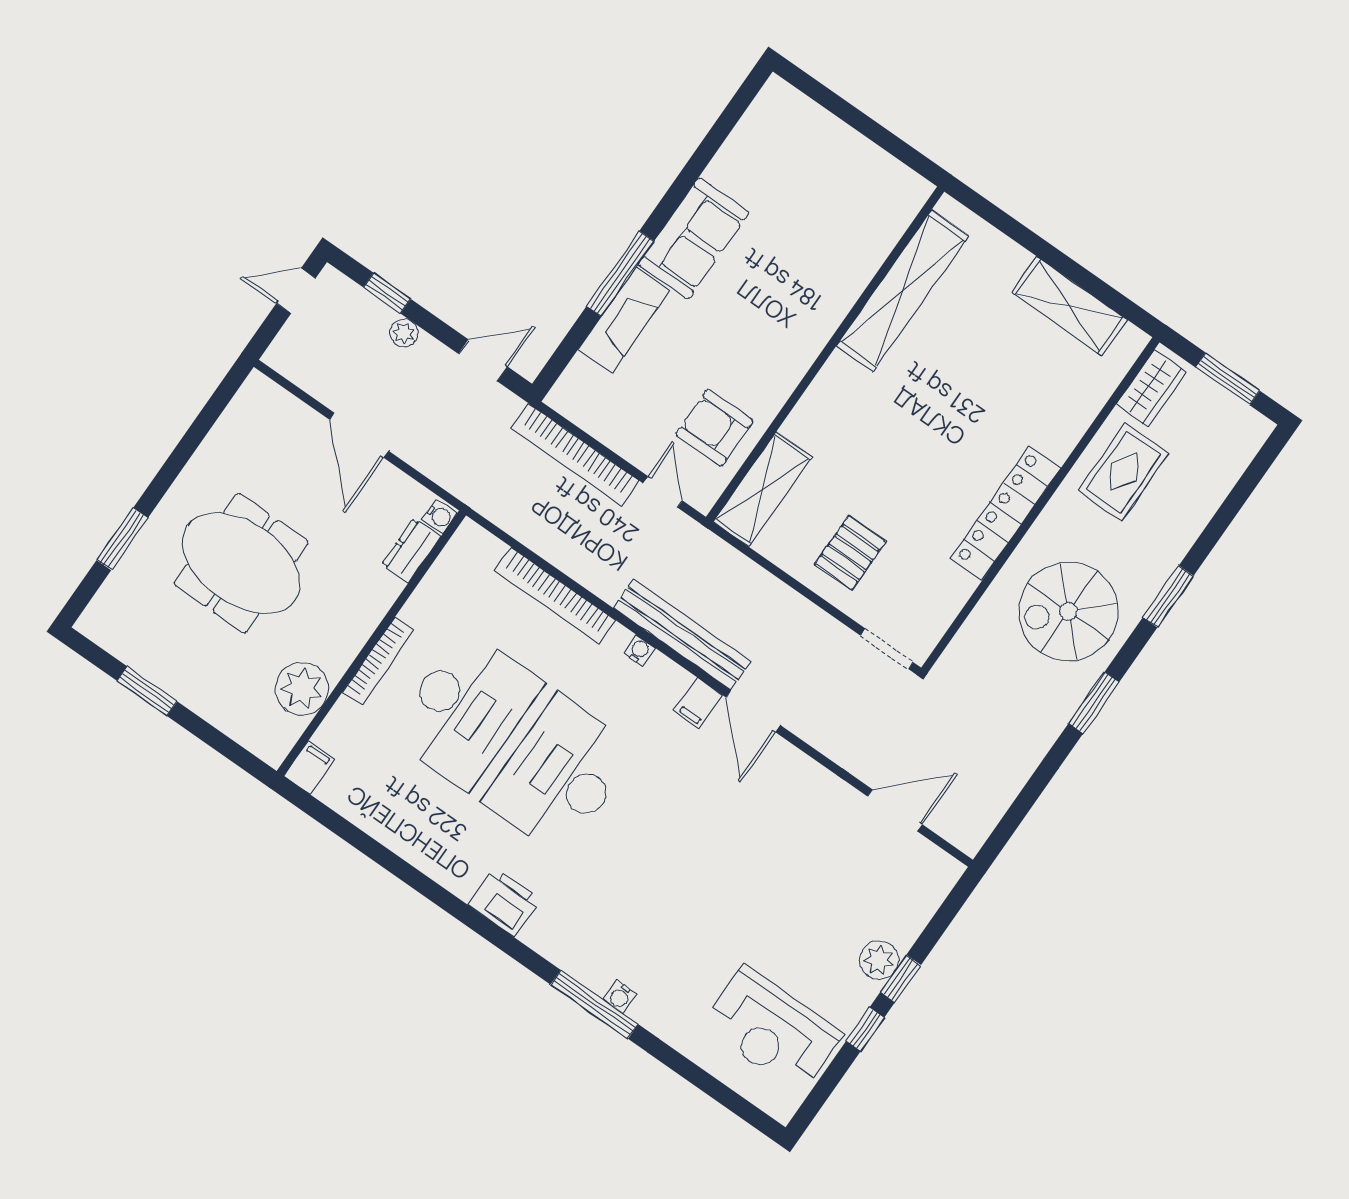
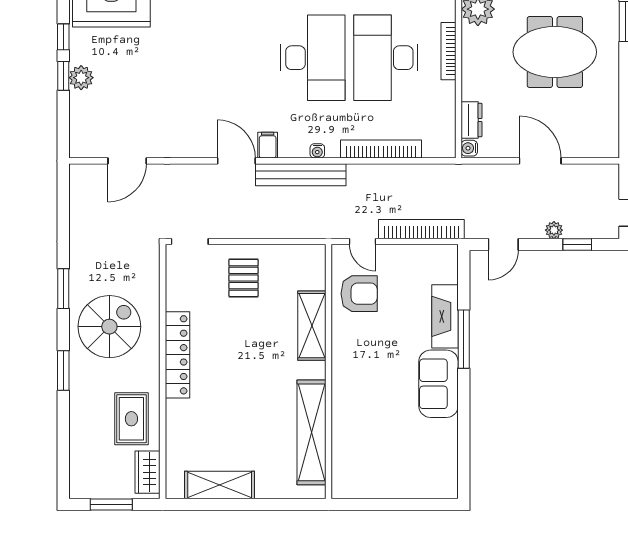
shelving: (763, 489) -> (312, 326), moved

